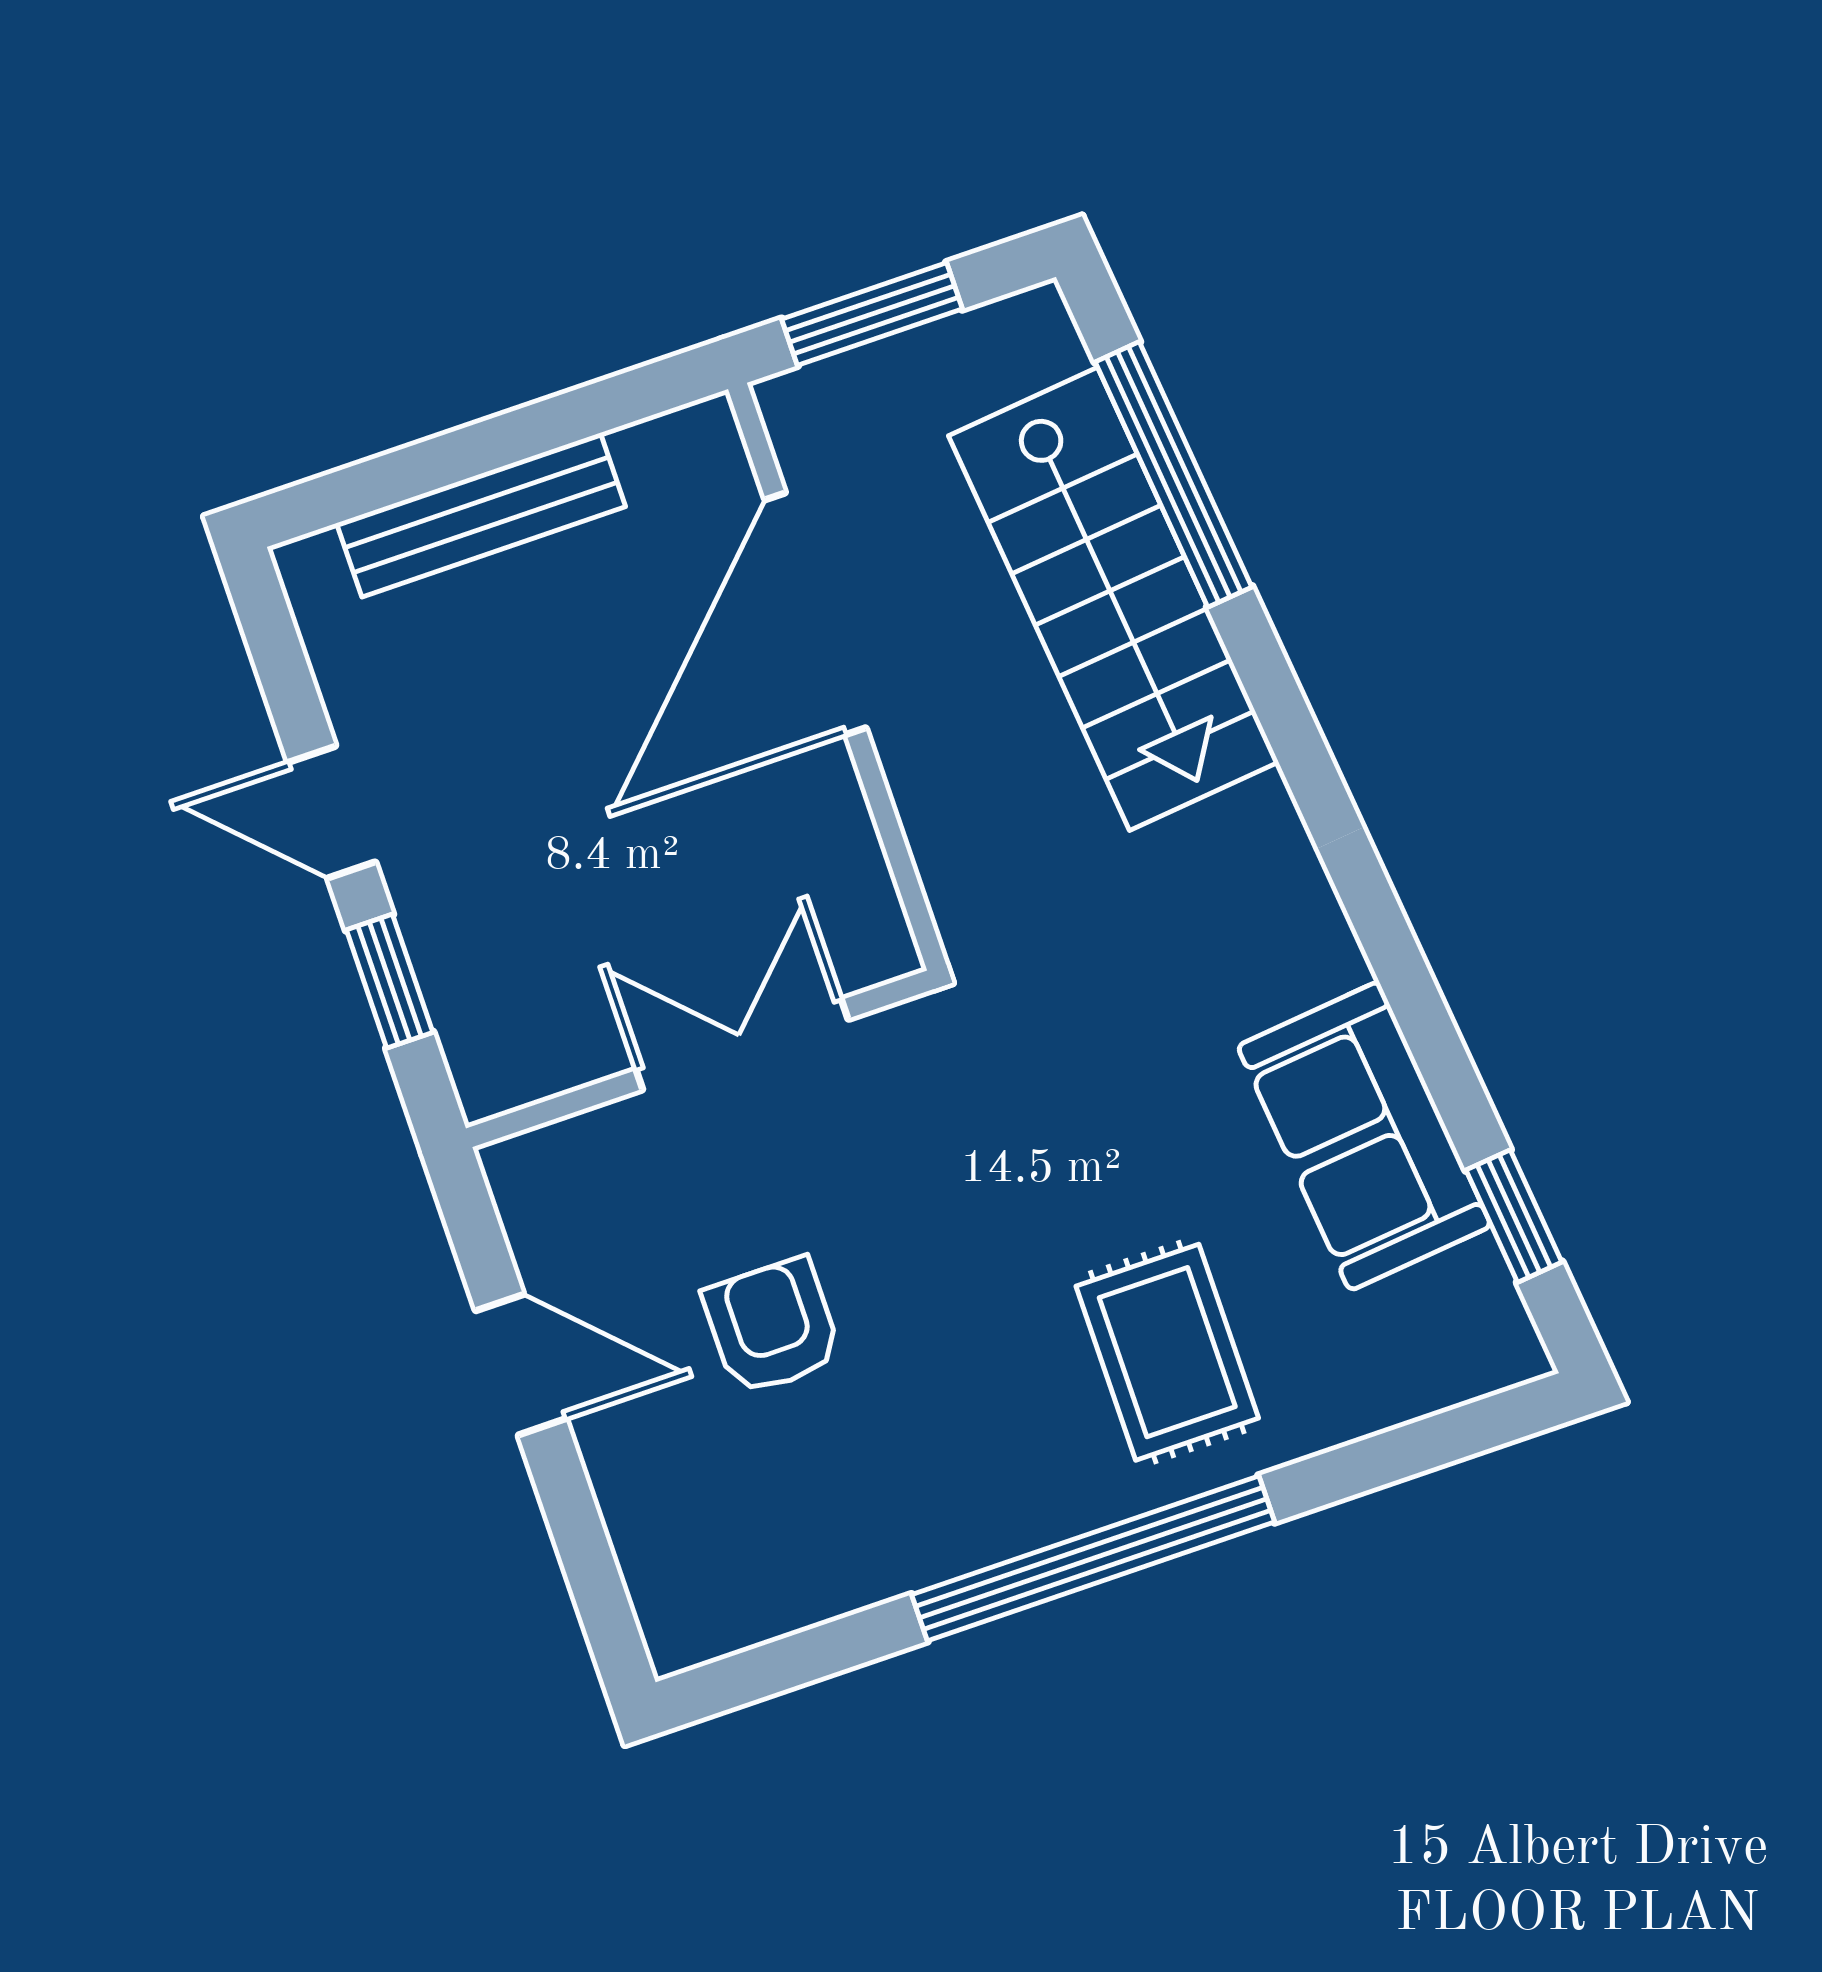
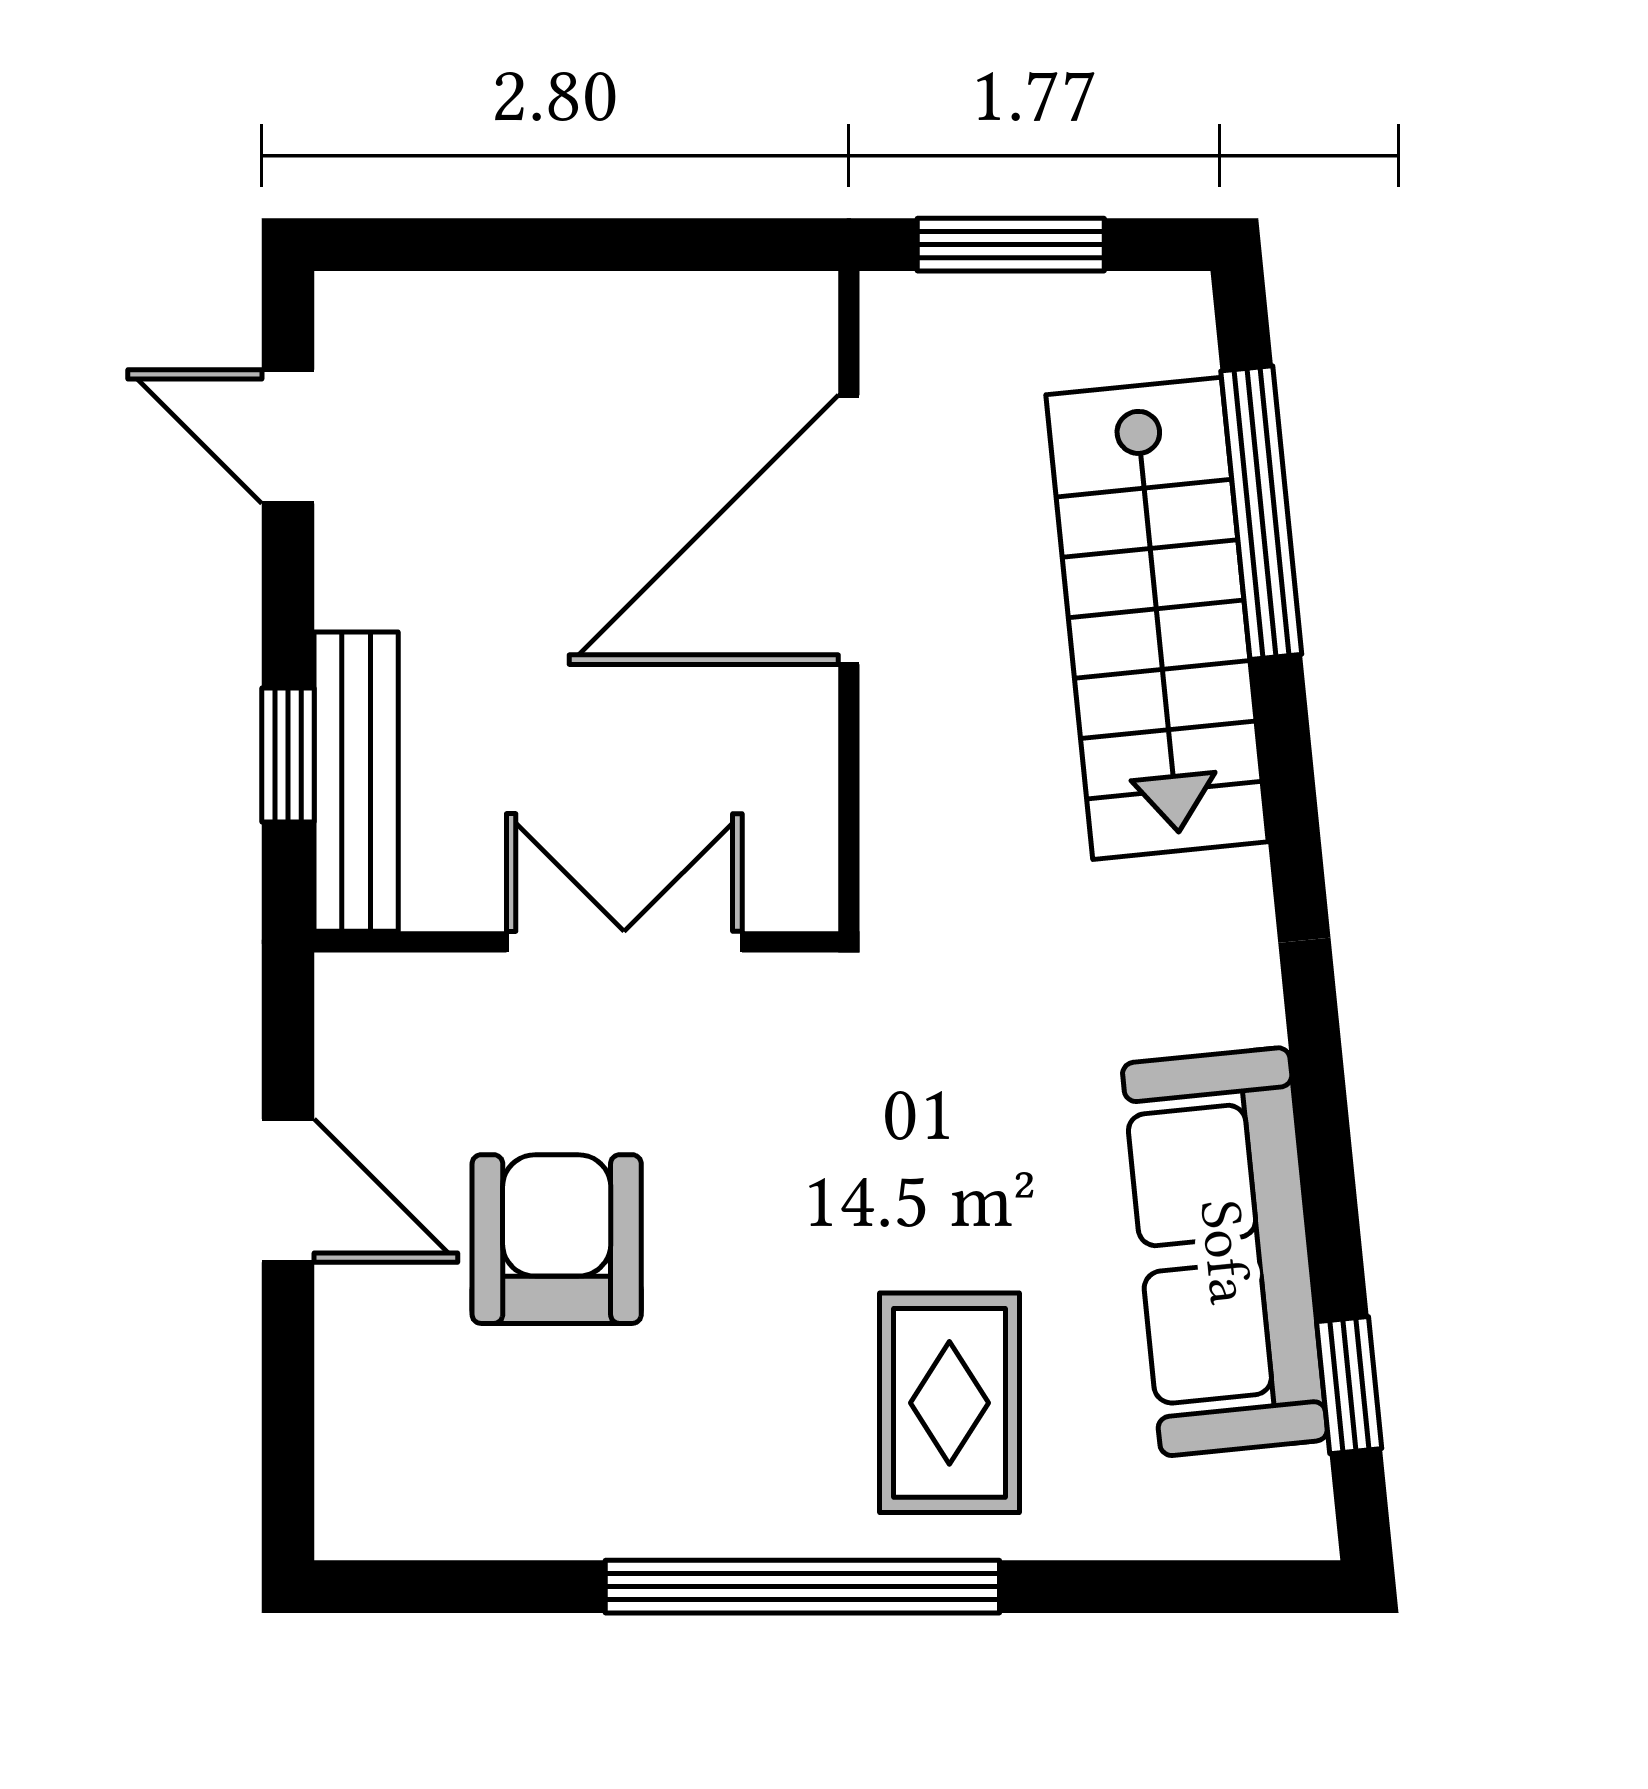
bench: (481, 515) -> (356, 782), moved, turned 90
door: (332, 812) -> (288, 437), moved
sofa: (1364, 1136) -> (1225, 1252), width x1.36
armchair: (772, 1326) -> (557, 1239), width x1.38, depth x1.38

